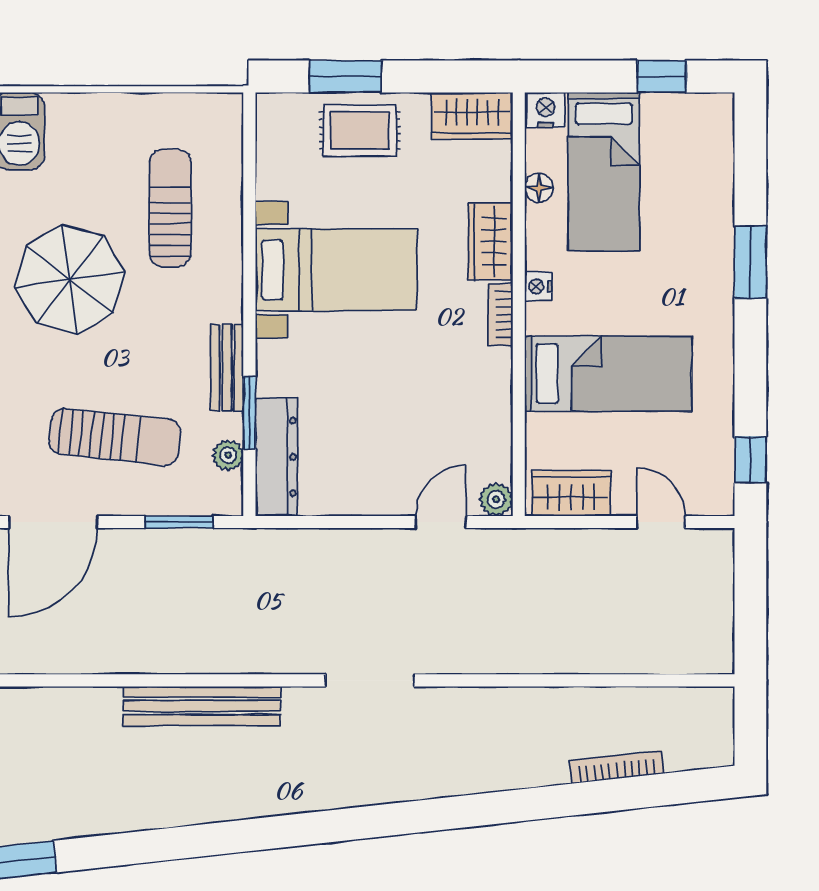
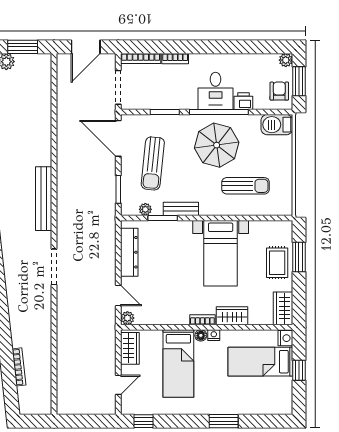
window: (662, 76) -> (299, 370), moved
floor lamp: (539, 188) -> (201, 335), moved
dresser: (276, 457) -> (129, 252), moved, turned -90

